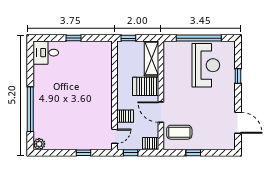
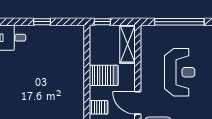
reception desk: (206, 65) -> (180, 72), moved
server rack: (146, 86) -> (104, 75), moved, turned 180

